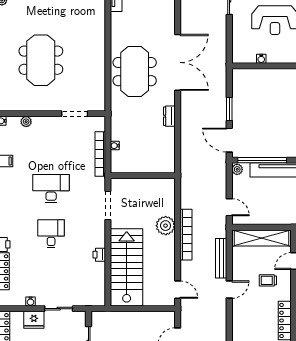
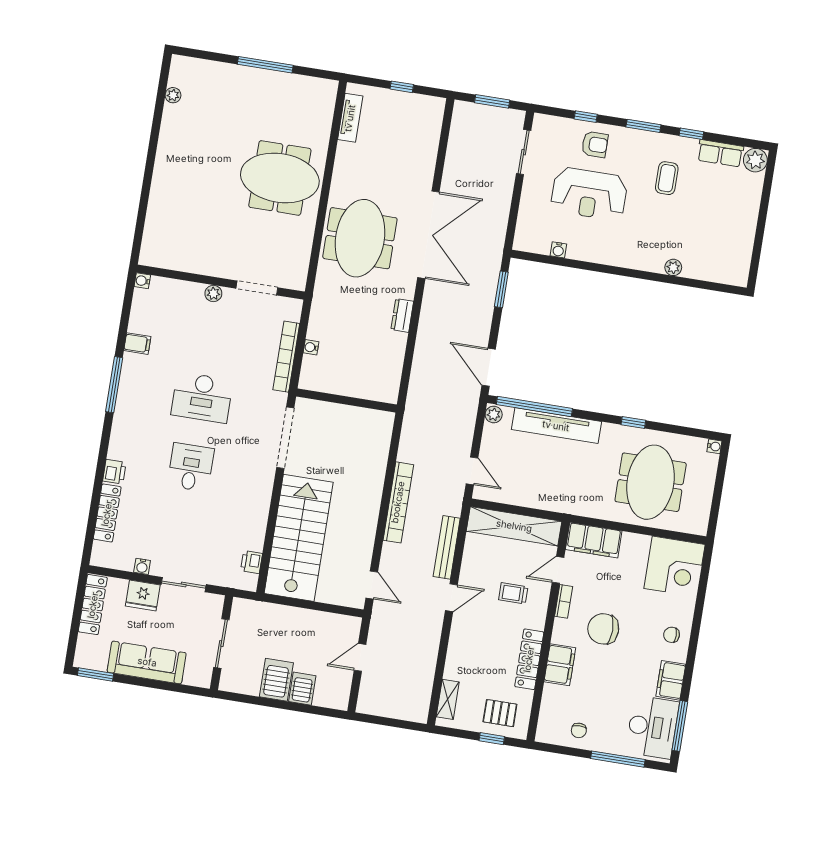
meeting table: (41, 60) -> (280, 178), moved, turned 90
window: (229, 109) -> (501, 289), moved
plant: (26, 122) -> (213, 293), moved
desk: (51, 189) -> (202, 398), turned 180
doorway: (108, 205) -> (285, 438), width x1.36
plant: (166, 226) -> (369, 483), removed
printer: (99, 255) -> (251, 562), moved

